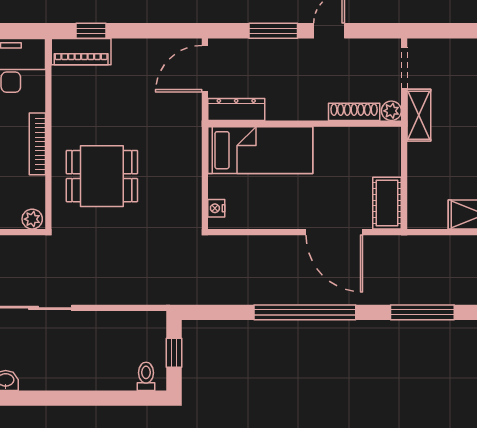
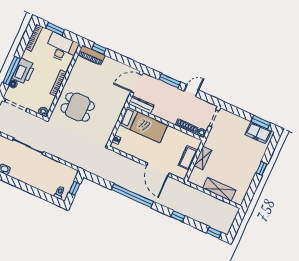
shelving: (419, 115) -> (203, 158), moved
cot: (387, 203) -> (188, 158), moved
window: (422, 312) -> (178, 216), width x0.46

